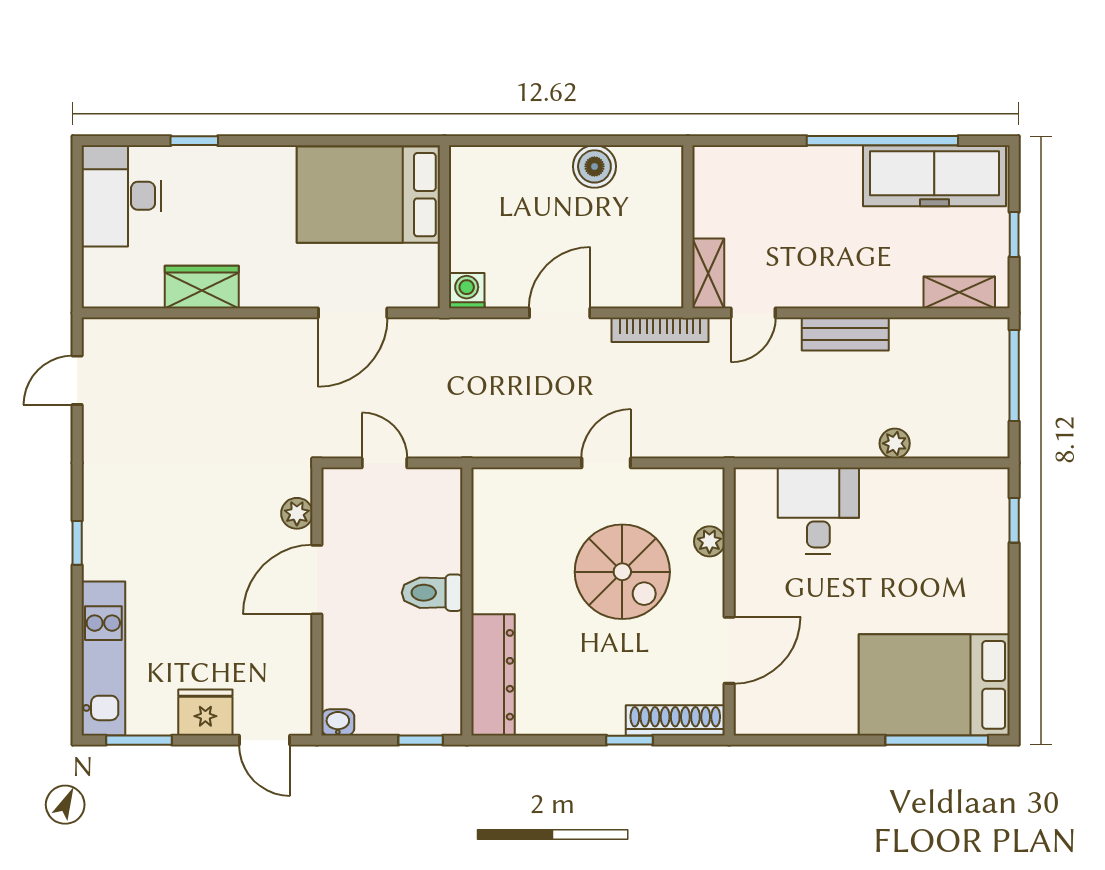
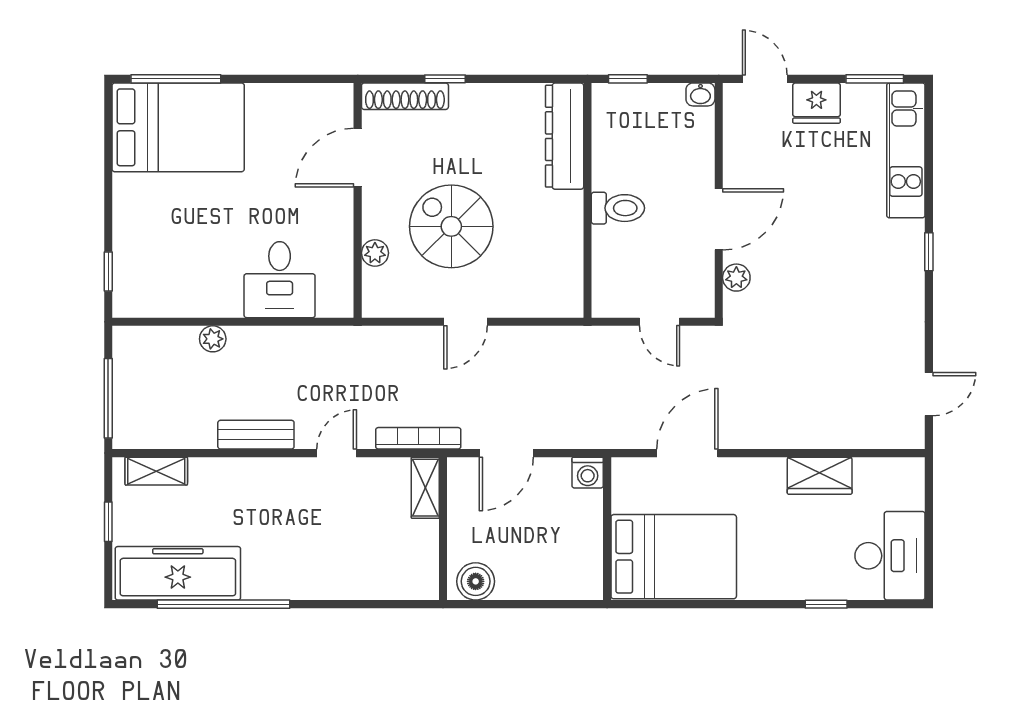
wall: (688, 227) -> (443, 529), moved
shelving: (708, 273) -> (425, 488), moved

